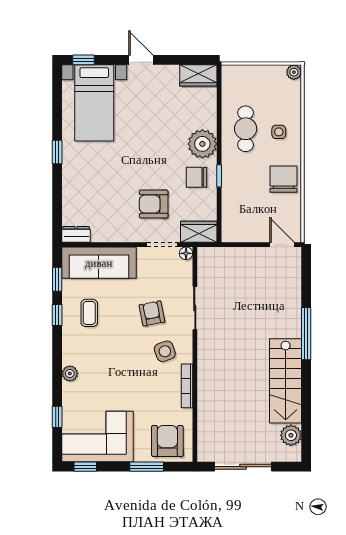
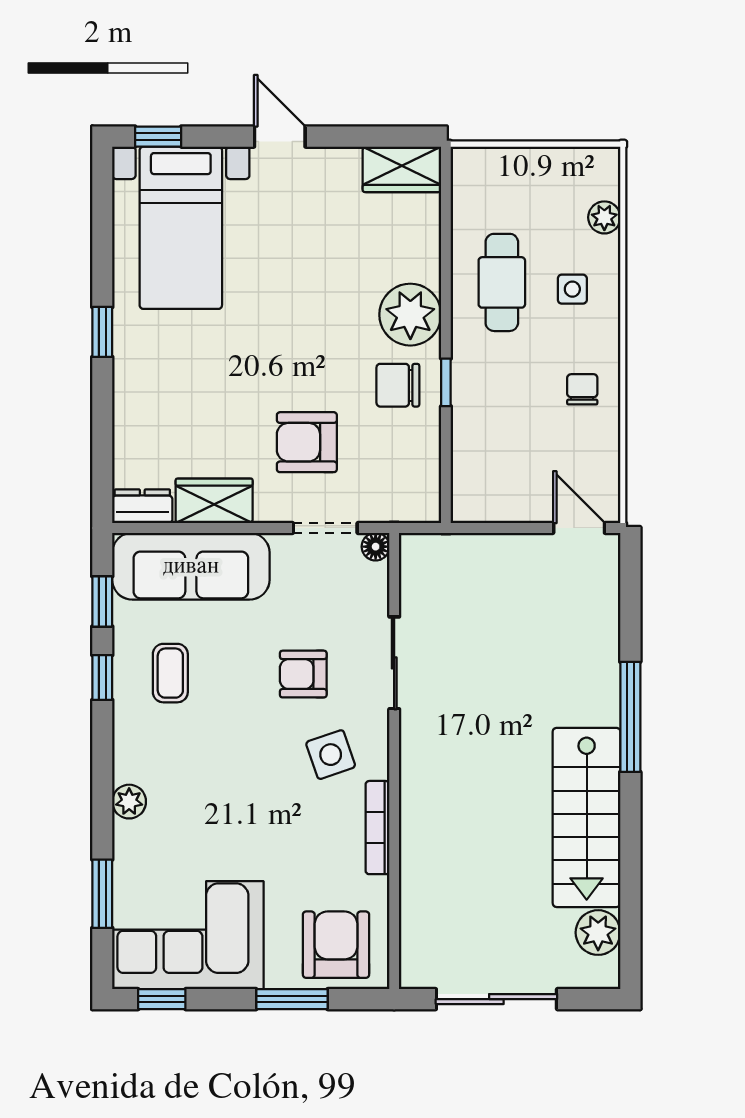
plant: (294, 72) -> (604, 217), moved
chair: (284, 179) -> (582, 389), width x0.54, depth x0.54
wardrobe: (199, 232) -> (214, 501), moved
armchair: (152, 313) -> (303, 674), turned -79
window: (57, 417) -> (102, 894), width x1.50

